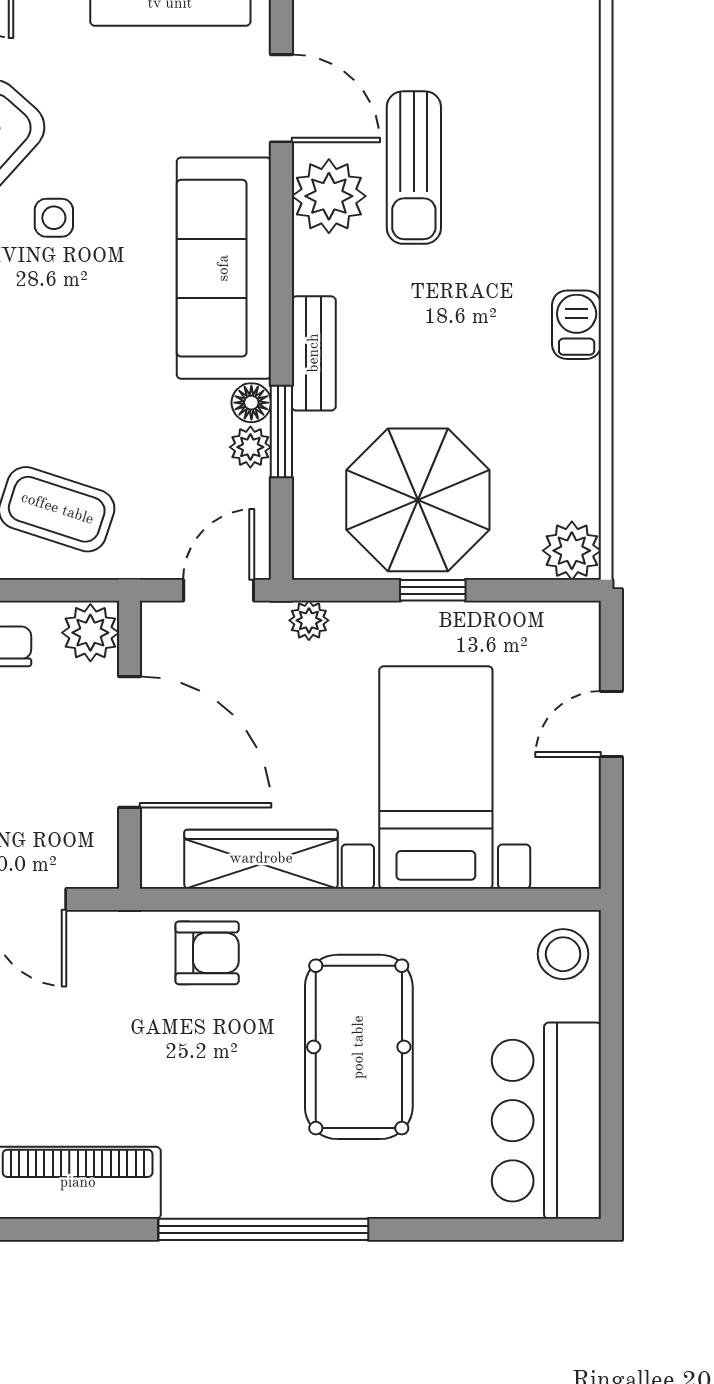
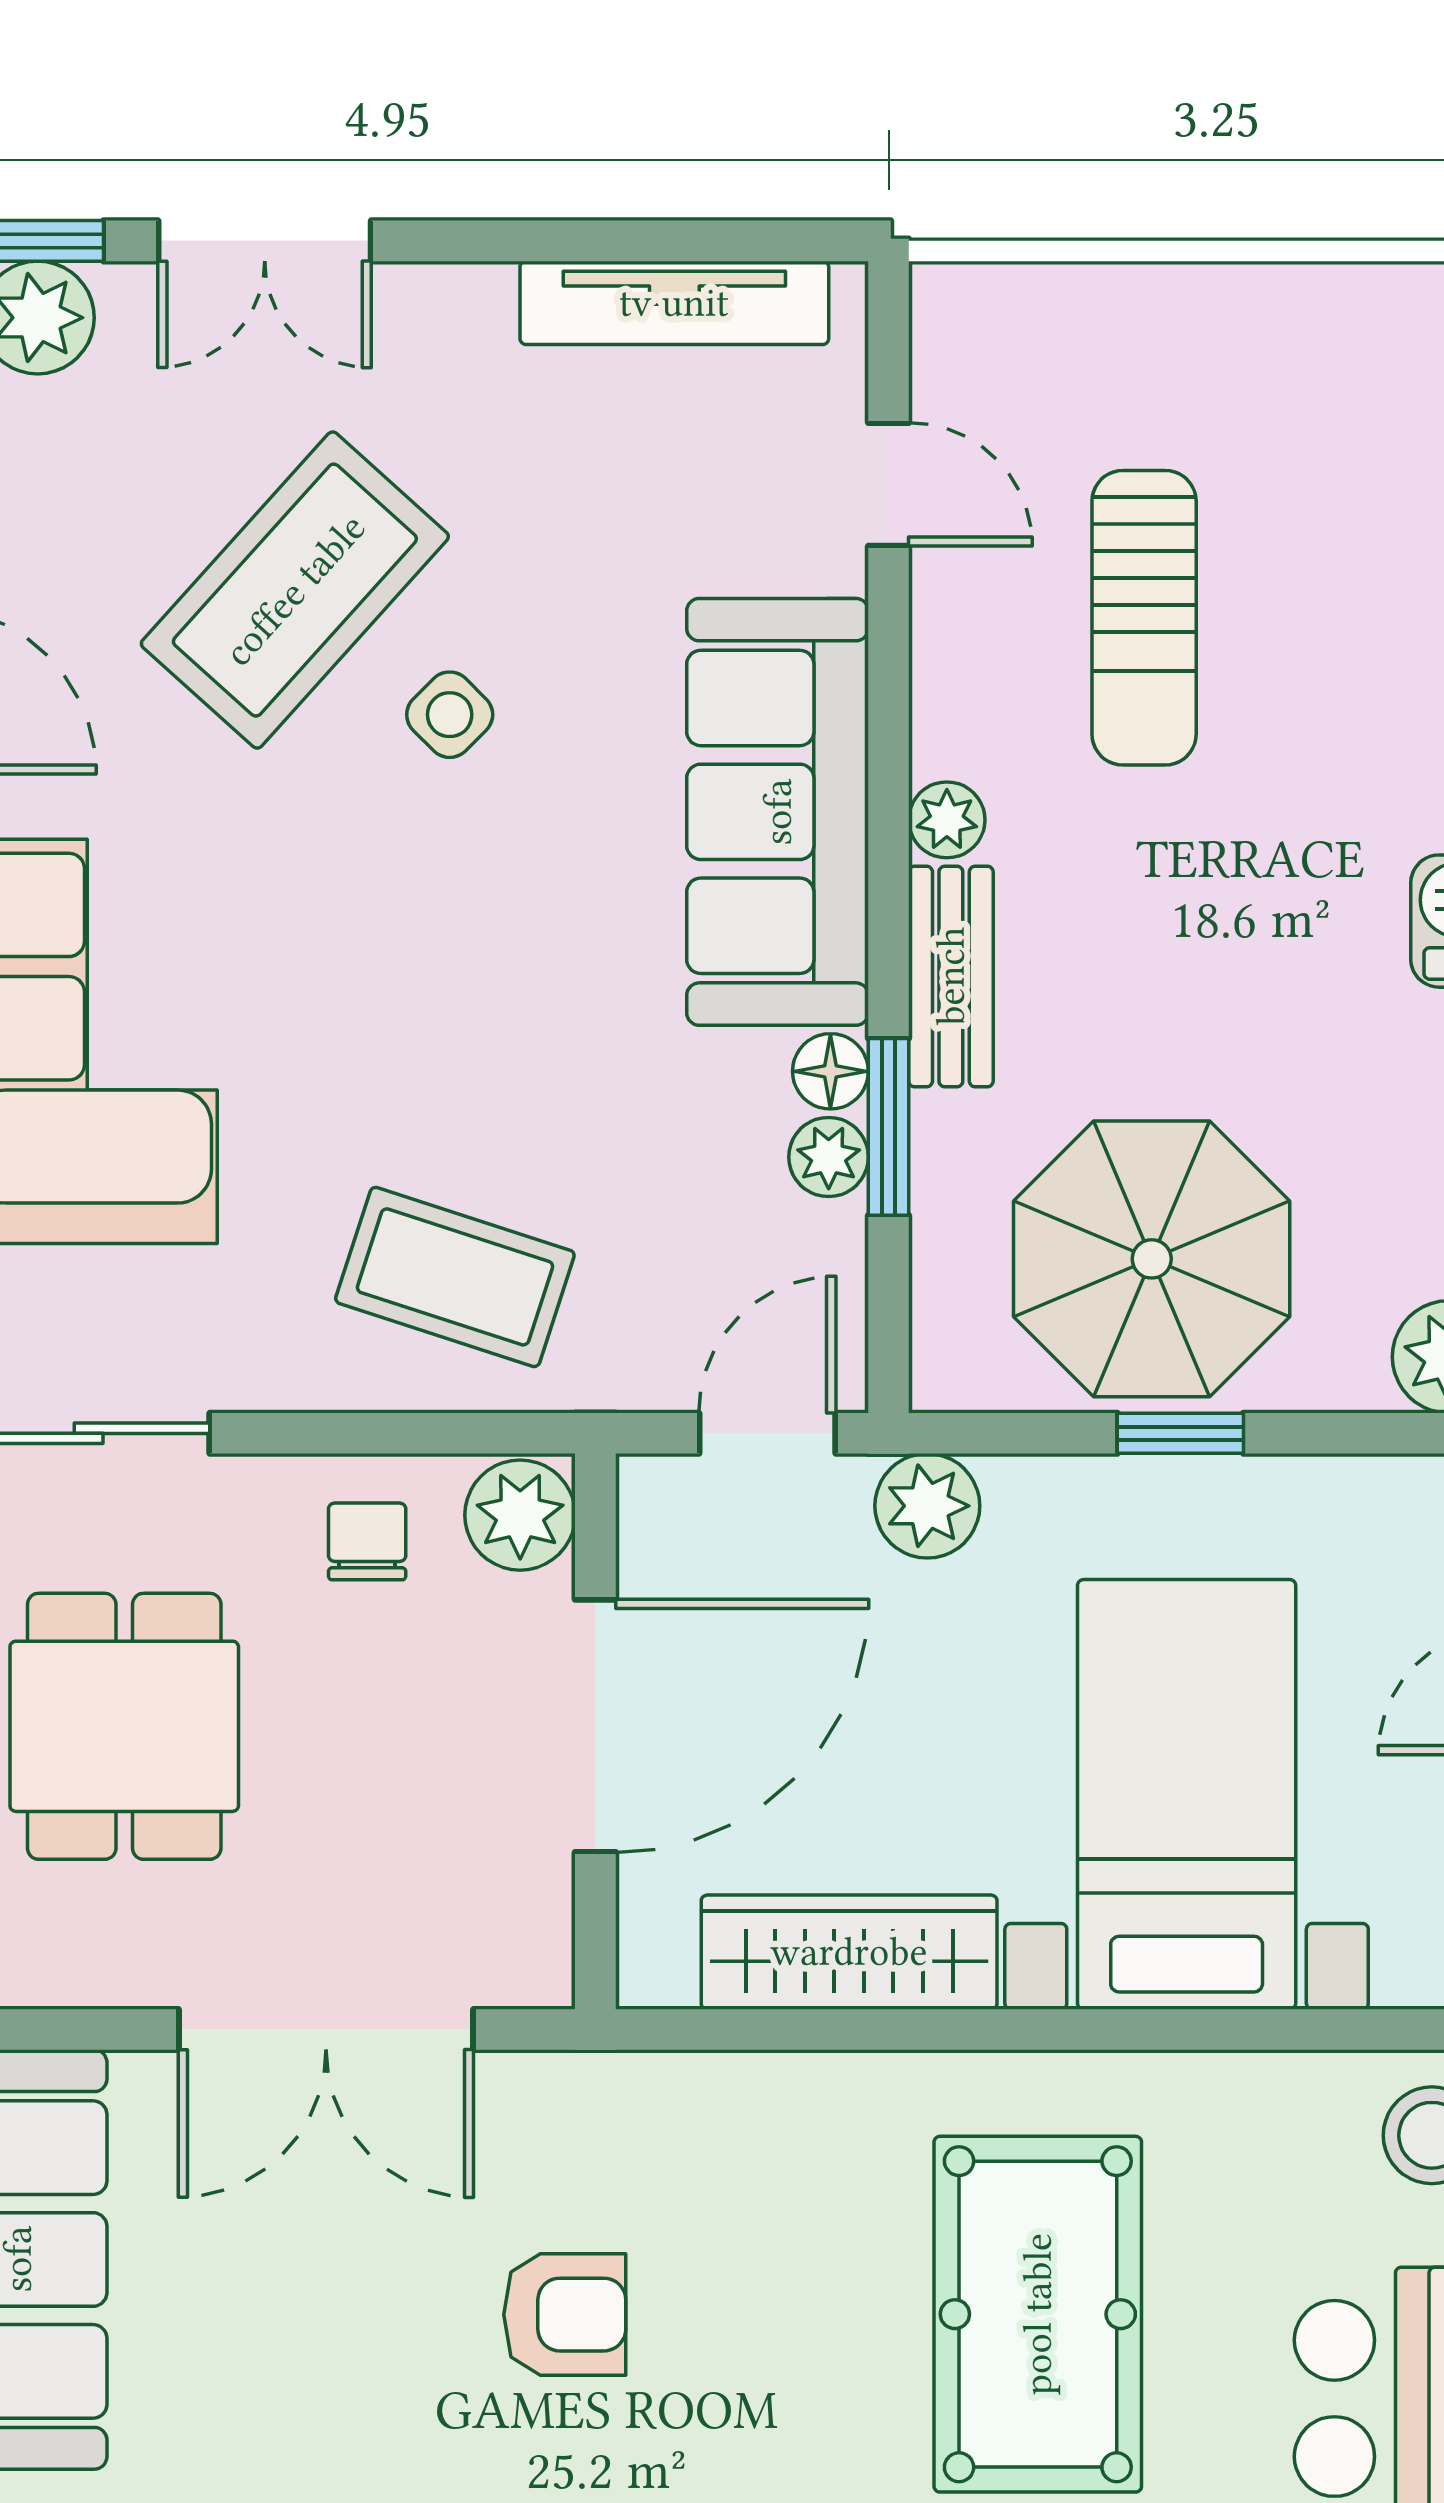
door: (281, 98) -> (889, 484), width x0.73
plant: (329, 196) -> (947, 820), moved, width x0.53, depth x0.53
side table: (54, 218) -> (450, 715), turned 45
plant: (309, 620) -> (927, 1506), width x1.38, depth x1.38
door: (129, 742) -> (595, 1726), hinge flipped
armchair: (207, 953) -> (565, 2315), moved

